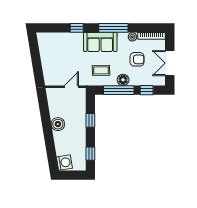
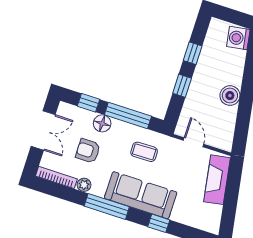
sofa: (100, 42) -> (141, 195), width x1.36
fireplace: (49, 68) -> (217, 180), added
floor lamp: (123, 80) -> (102, 123), moved
door: (71, 87) -> (194, 142), swing flipped
window: (90, 154) -> (193, 53), moved

